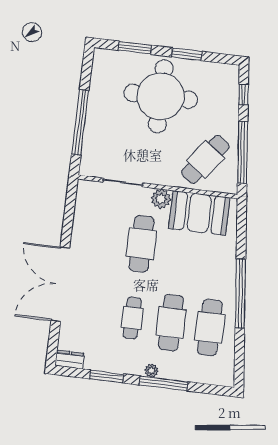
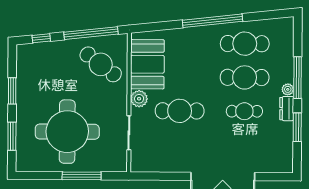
round table: (161, 96) -> (67, 132), moved
window: (80, 122) -> (82, 176), width x0.68
dresser: (70, 359) -> (287, 109), moved

